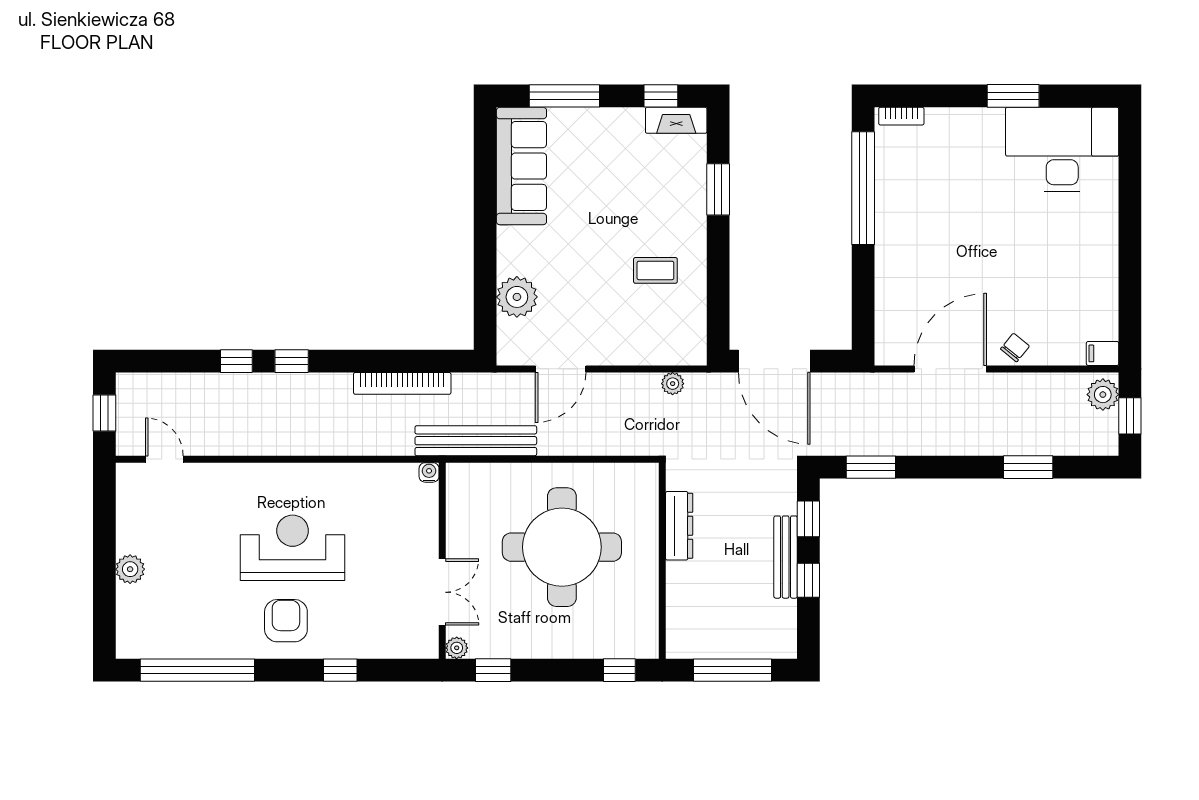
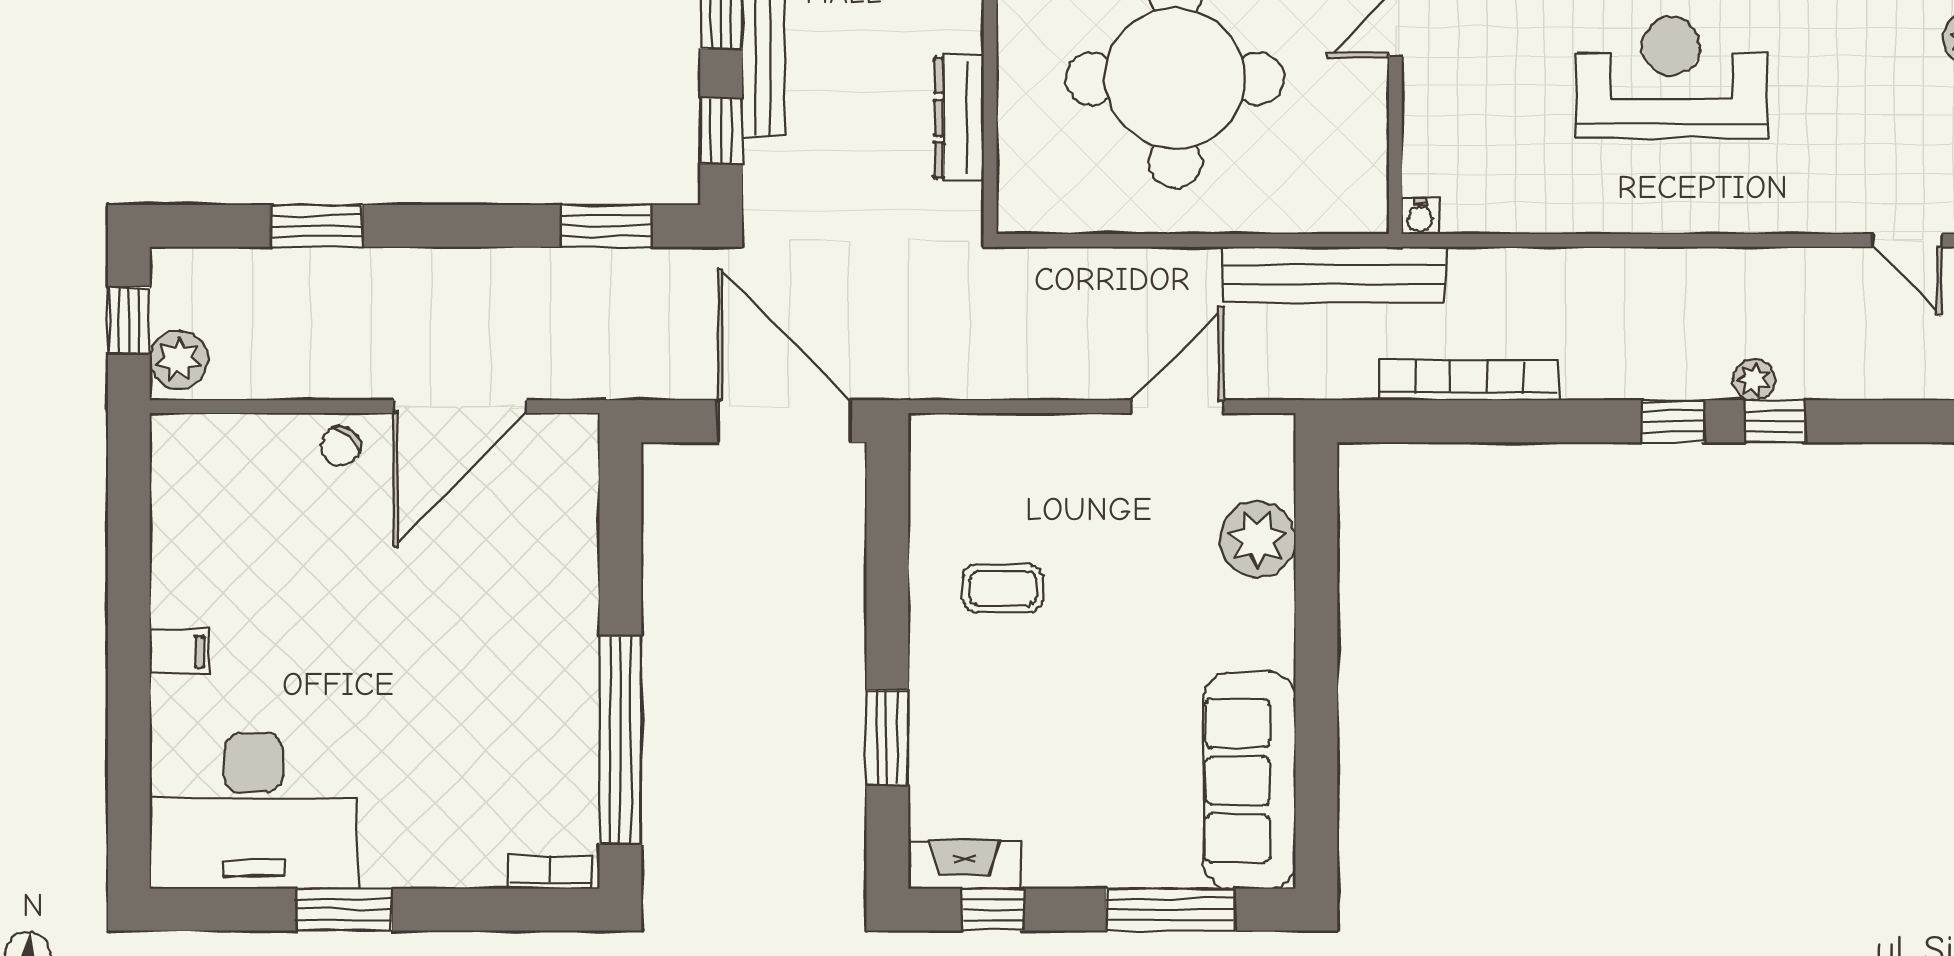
filing cabinet: (1103, 353) -> (179, 652), moved
plant: (673, 384) -> (1754, 380), moved
reception desk: (293, 548) -> (1671, 77), turned 180

